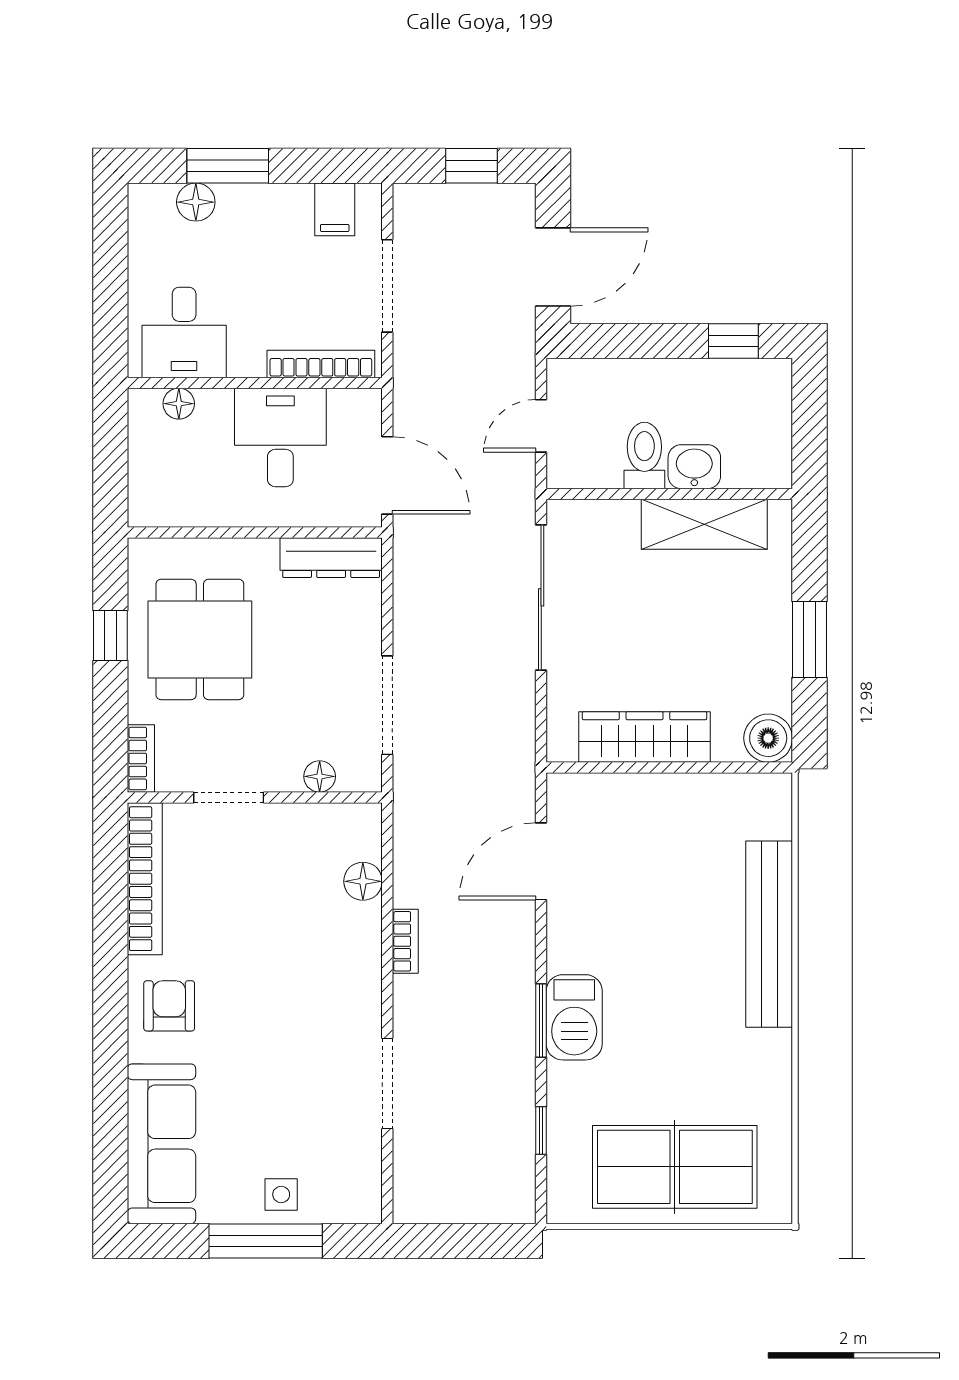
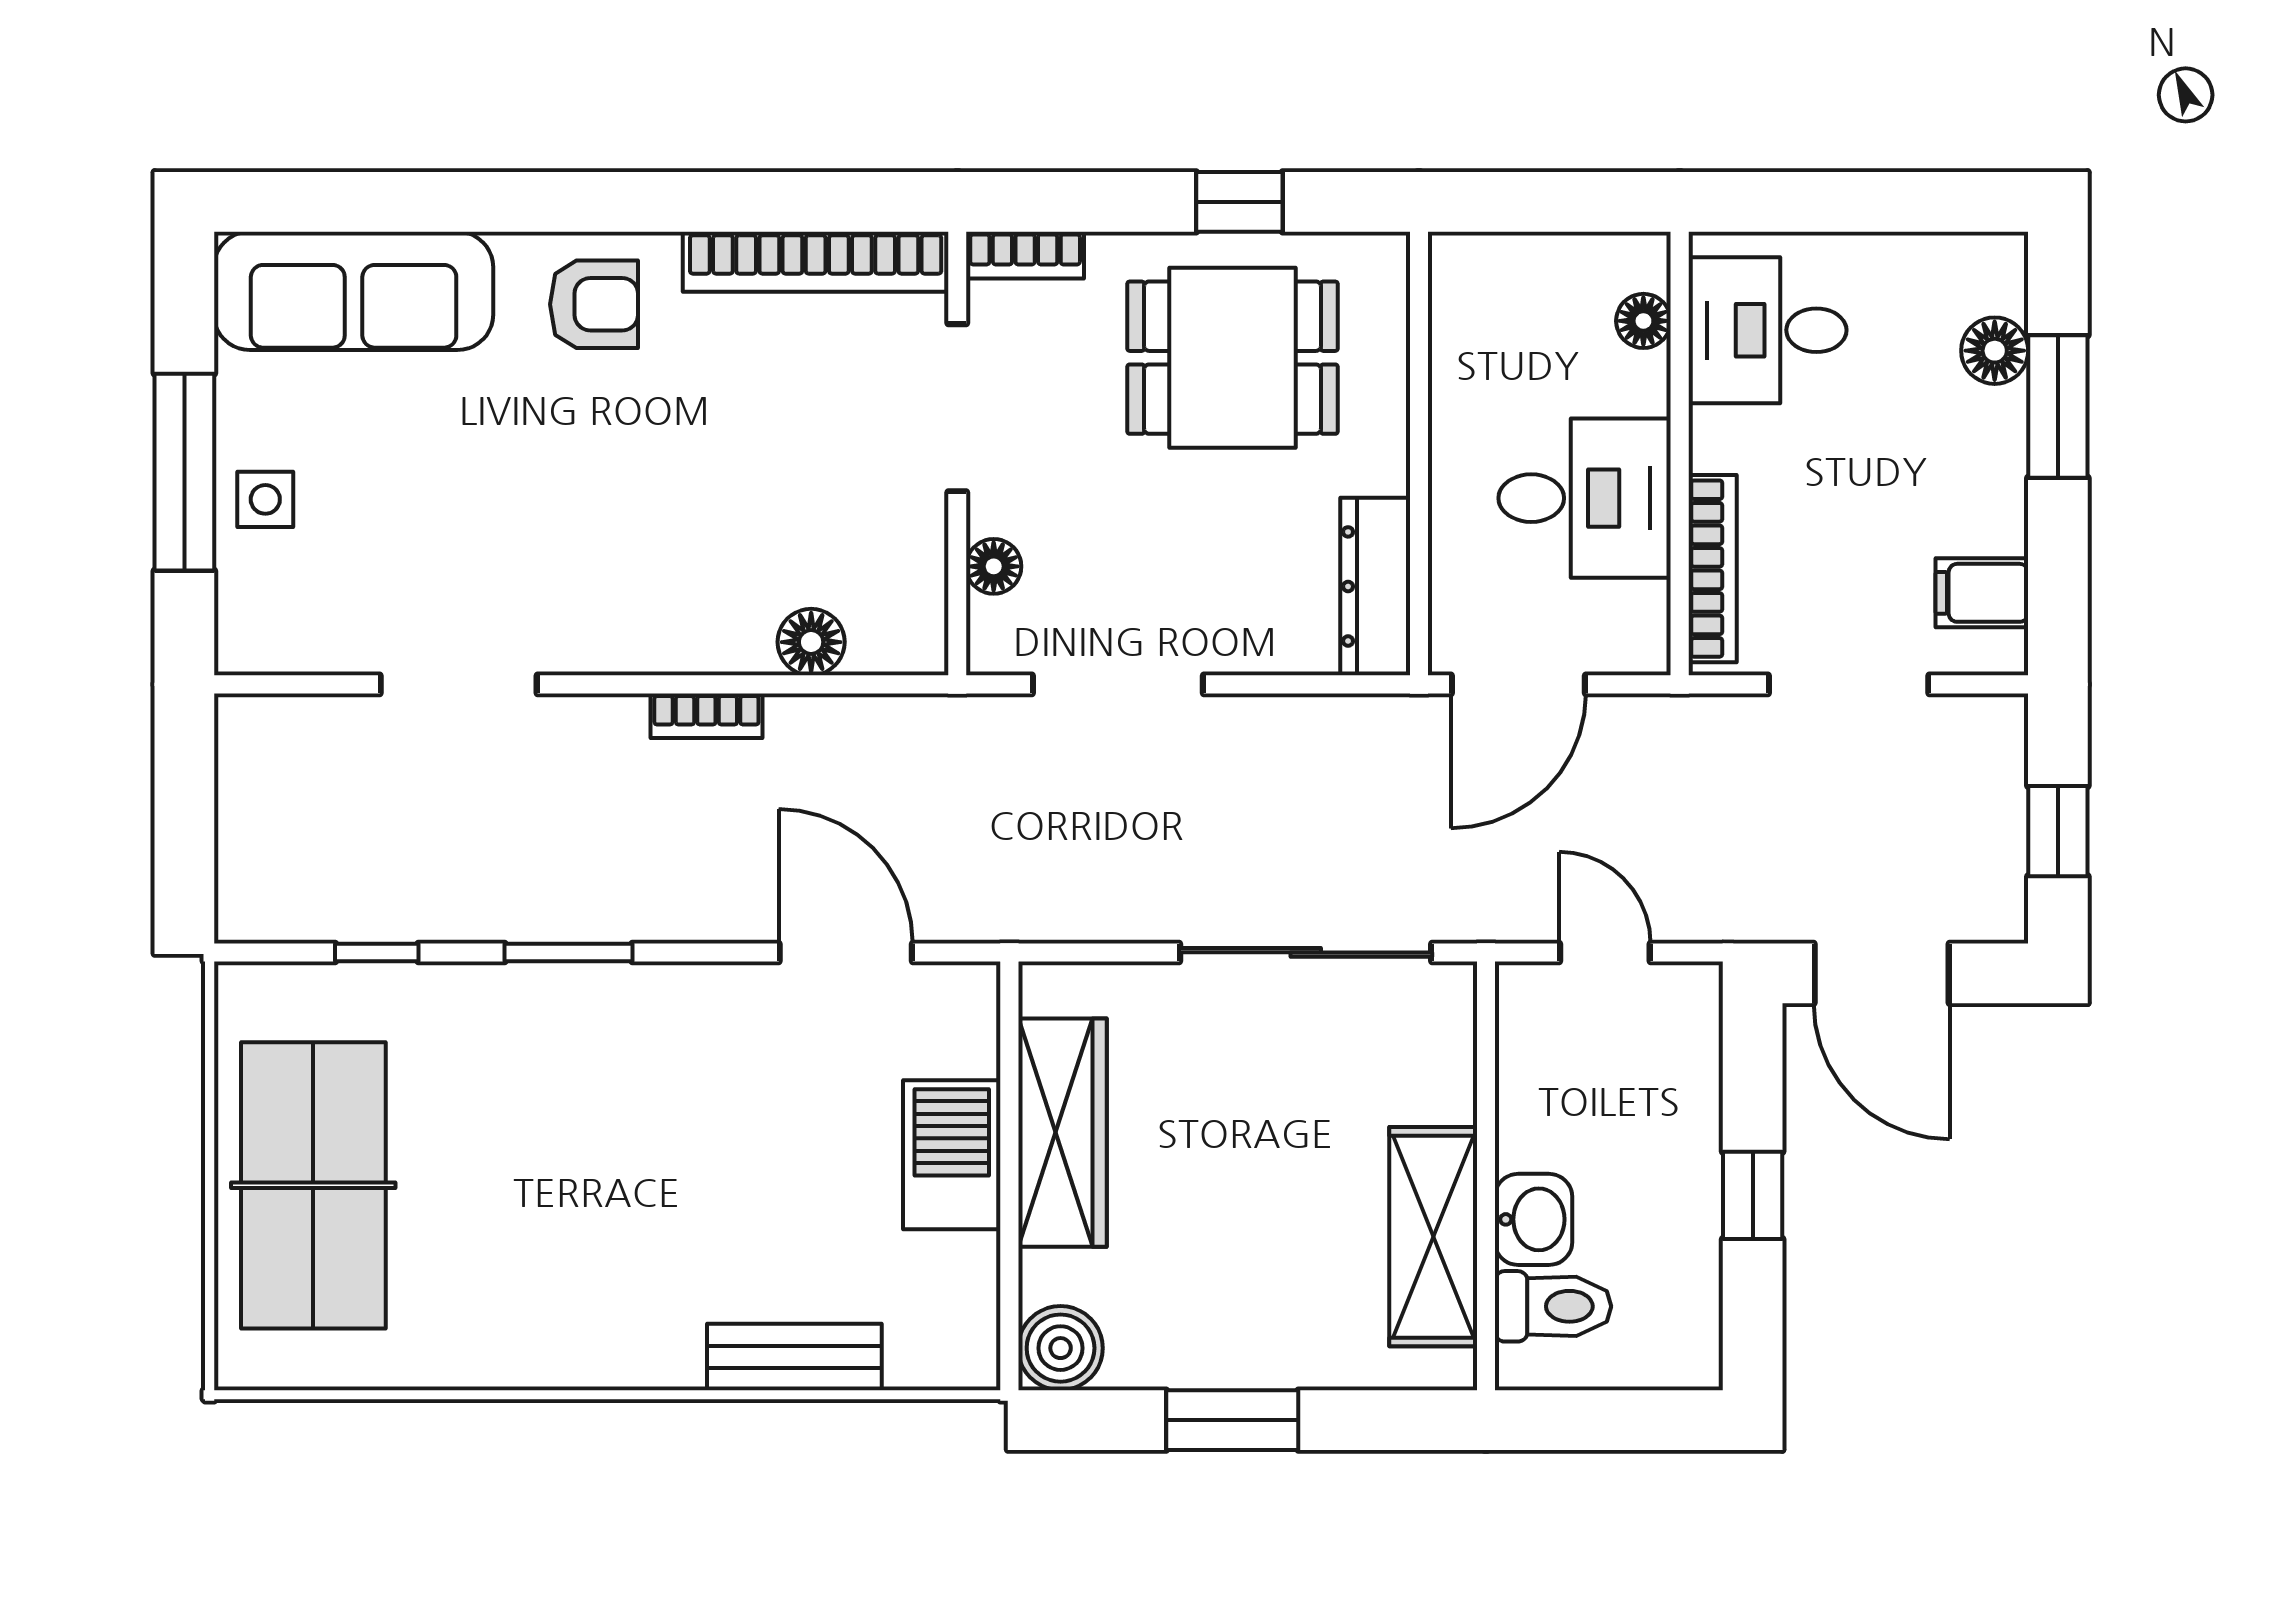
window: (733, 341) -> (1753, 1195), moved
toilet: (644, 455) -> (1553, 1306), moved
doorway: (229, 797) -> (957, 408), width x1.38
bench: (769, 934) -> (794, 1357), width x0.54, depth x0.82
barbecue: (574, 1017) -> (952, 1155), moved, turned 90

